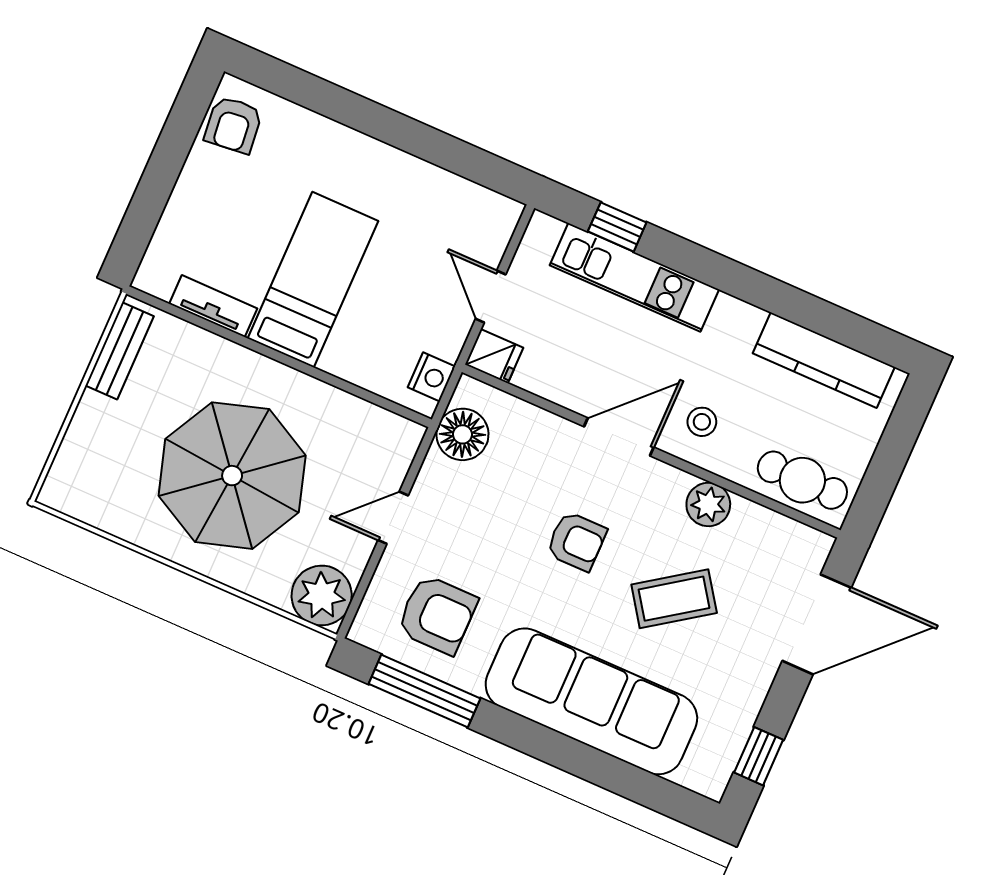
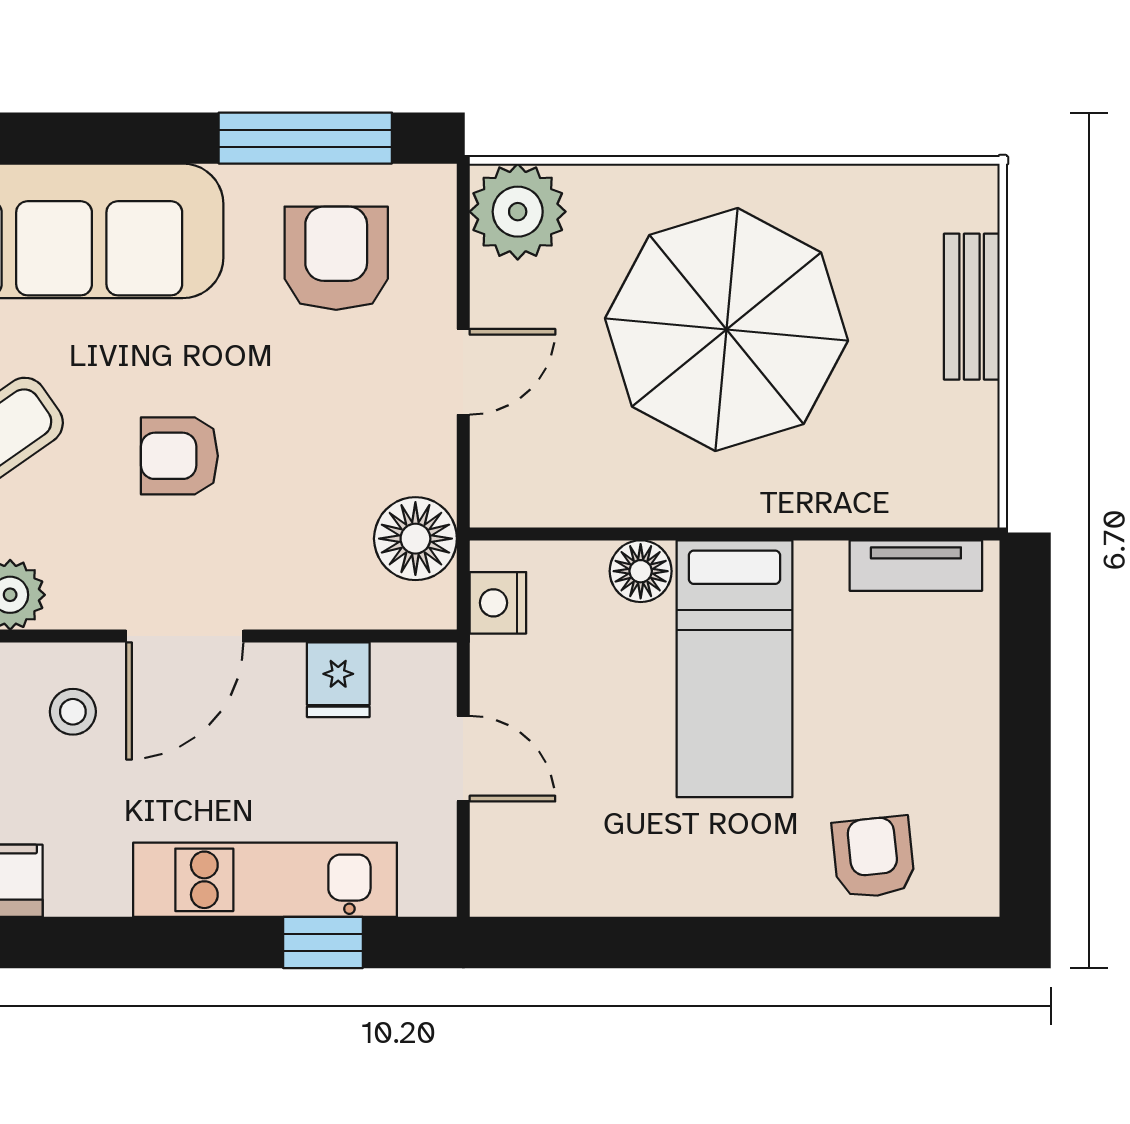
armchair: (233, 125) -> (873, 857), moved
tv unit: (213, 306) -> (916, 566), moved
bench: (120, 351) -> (972, 307), moved
fridge: (494, 356) -> (338, 680), moved, turned -90
floor lamp: (342, 359) -> (641, 571), added
armchair: (437, 615) -> (336, 258), turned 90

